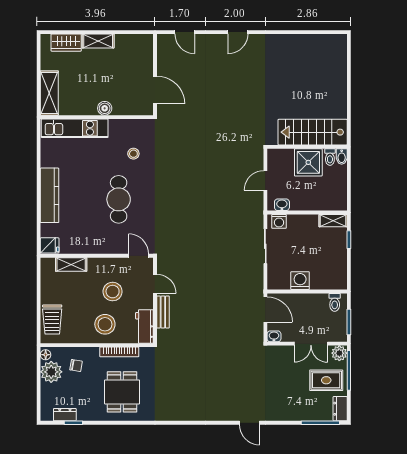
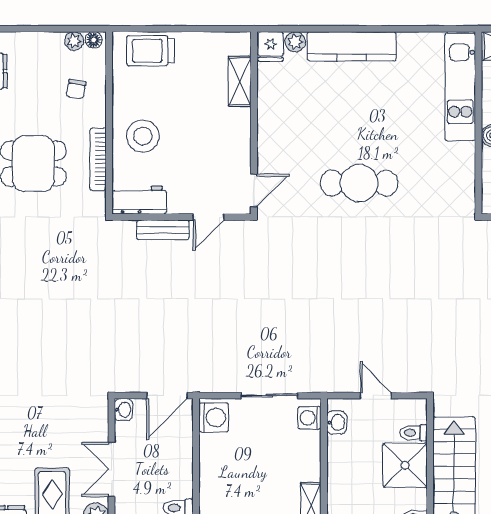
stool: (133, 154) -> (419, 182), removed
toilet: (330, 157) -> (414, 433), moved
cafe table: (119, 199) -> (359, 183), moved
plant: (47, 230) -> (295, 42), added
washing machine: (300, 281) -> (214, 418), moved
stool: (113, 292) -> (196, 148), removed
plant: (51, 372) -> (74, 41), width x0.53, depth x0.53

